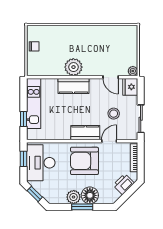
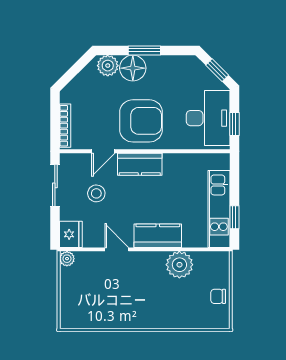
plant: (73, 67) -> (179, 265), moved
door: (111, 77) -> (117, 249), moved
window: (24, 119) -> (234, 217), moved
printer: (124, 184) -> (81, 85), removed
plant: (74, 197) -> (108, 66), moved

